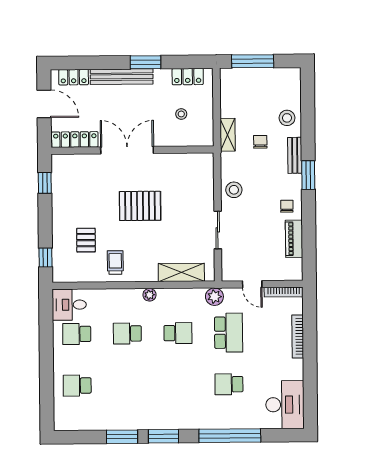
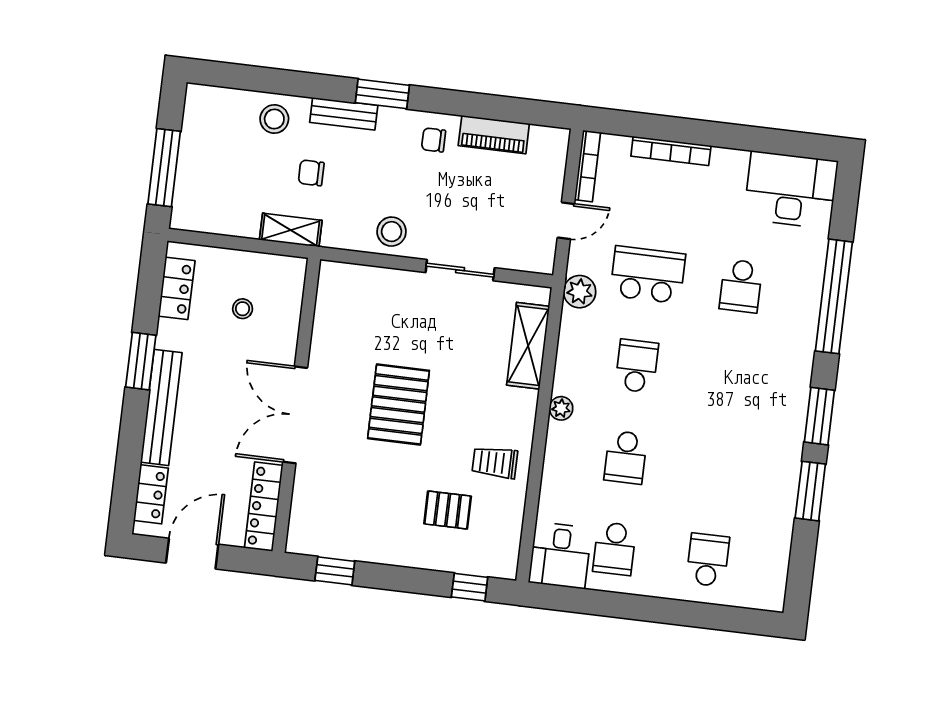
school desk: (77, 386) -> (708, 560), turned 180

